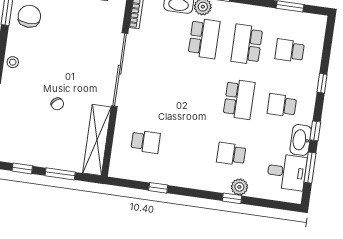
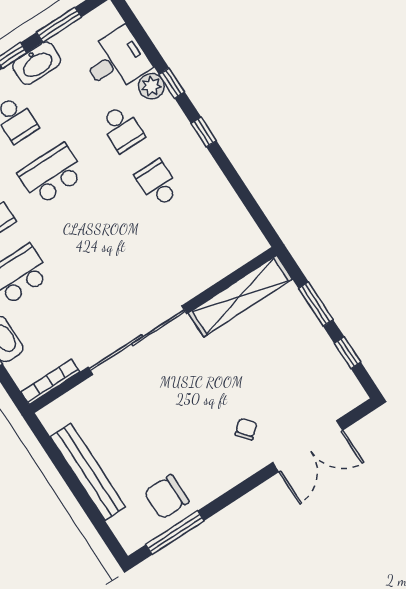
stool: (13, 62) -> (236, 470), removed
chair: (57, 104) -> (246, 429), moved
school desk: (146, 142) -> (158, 184), moved
desk: (287, 172) -> (116, 60), moved, turned 90
window: (158, 188) -> (204, 132), moved

